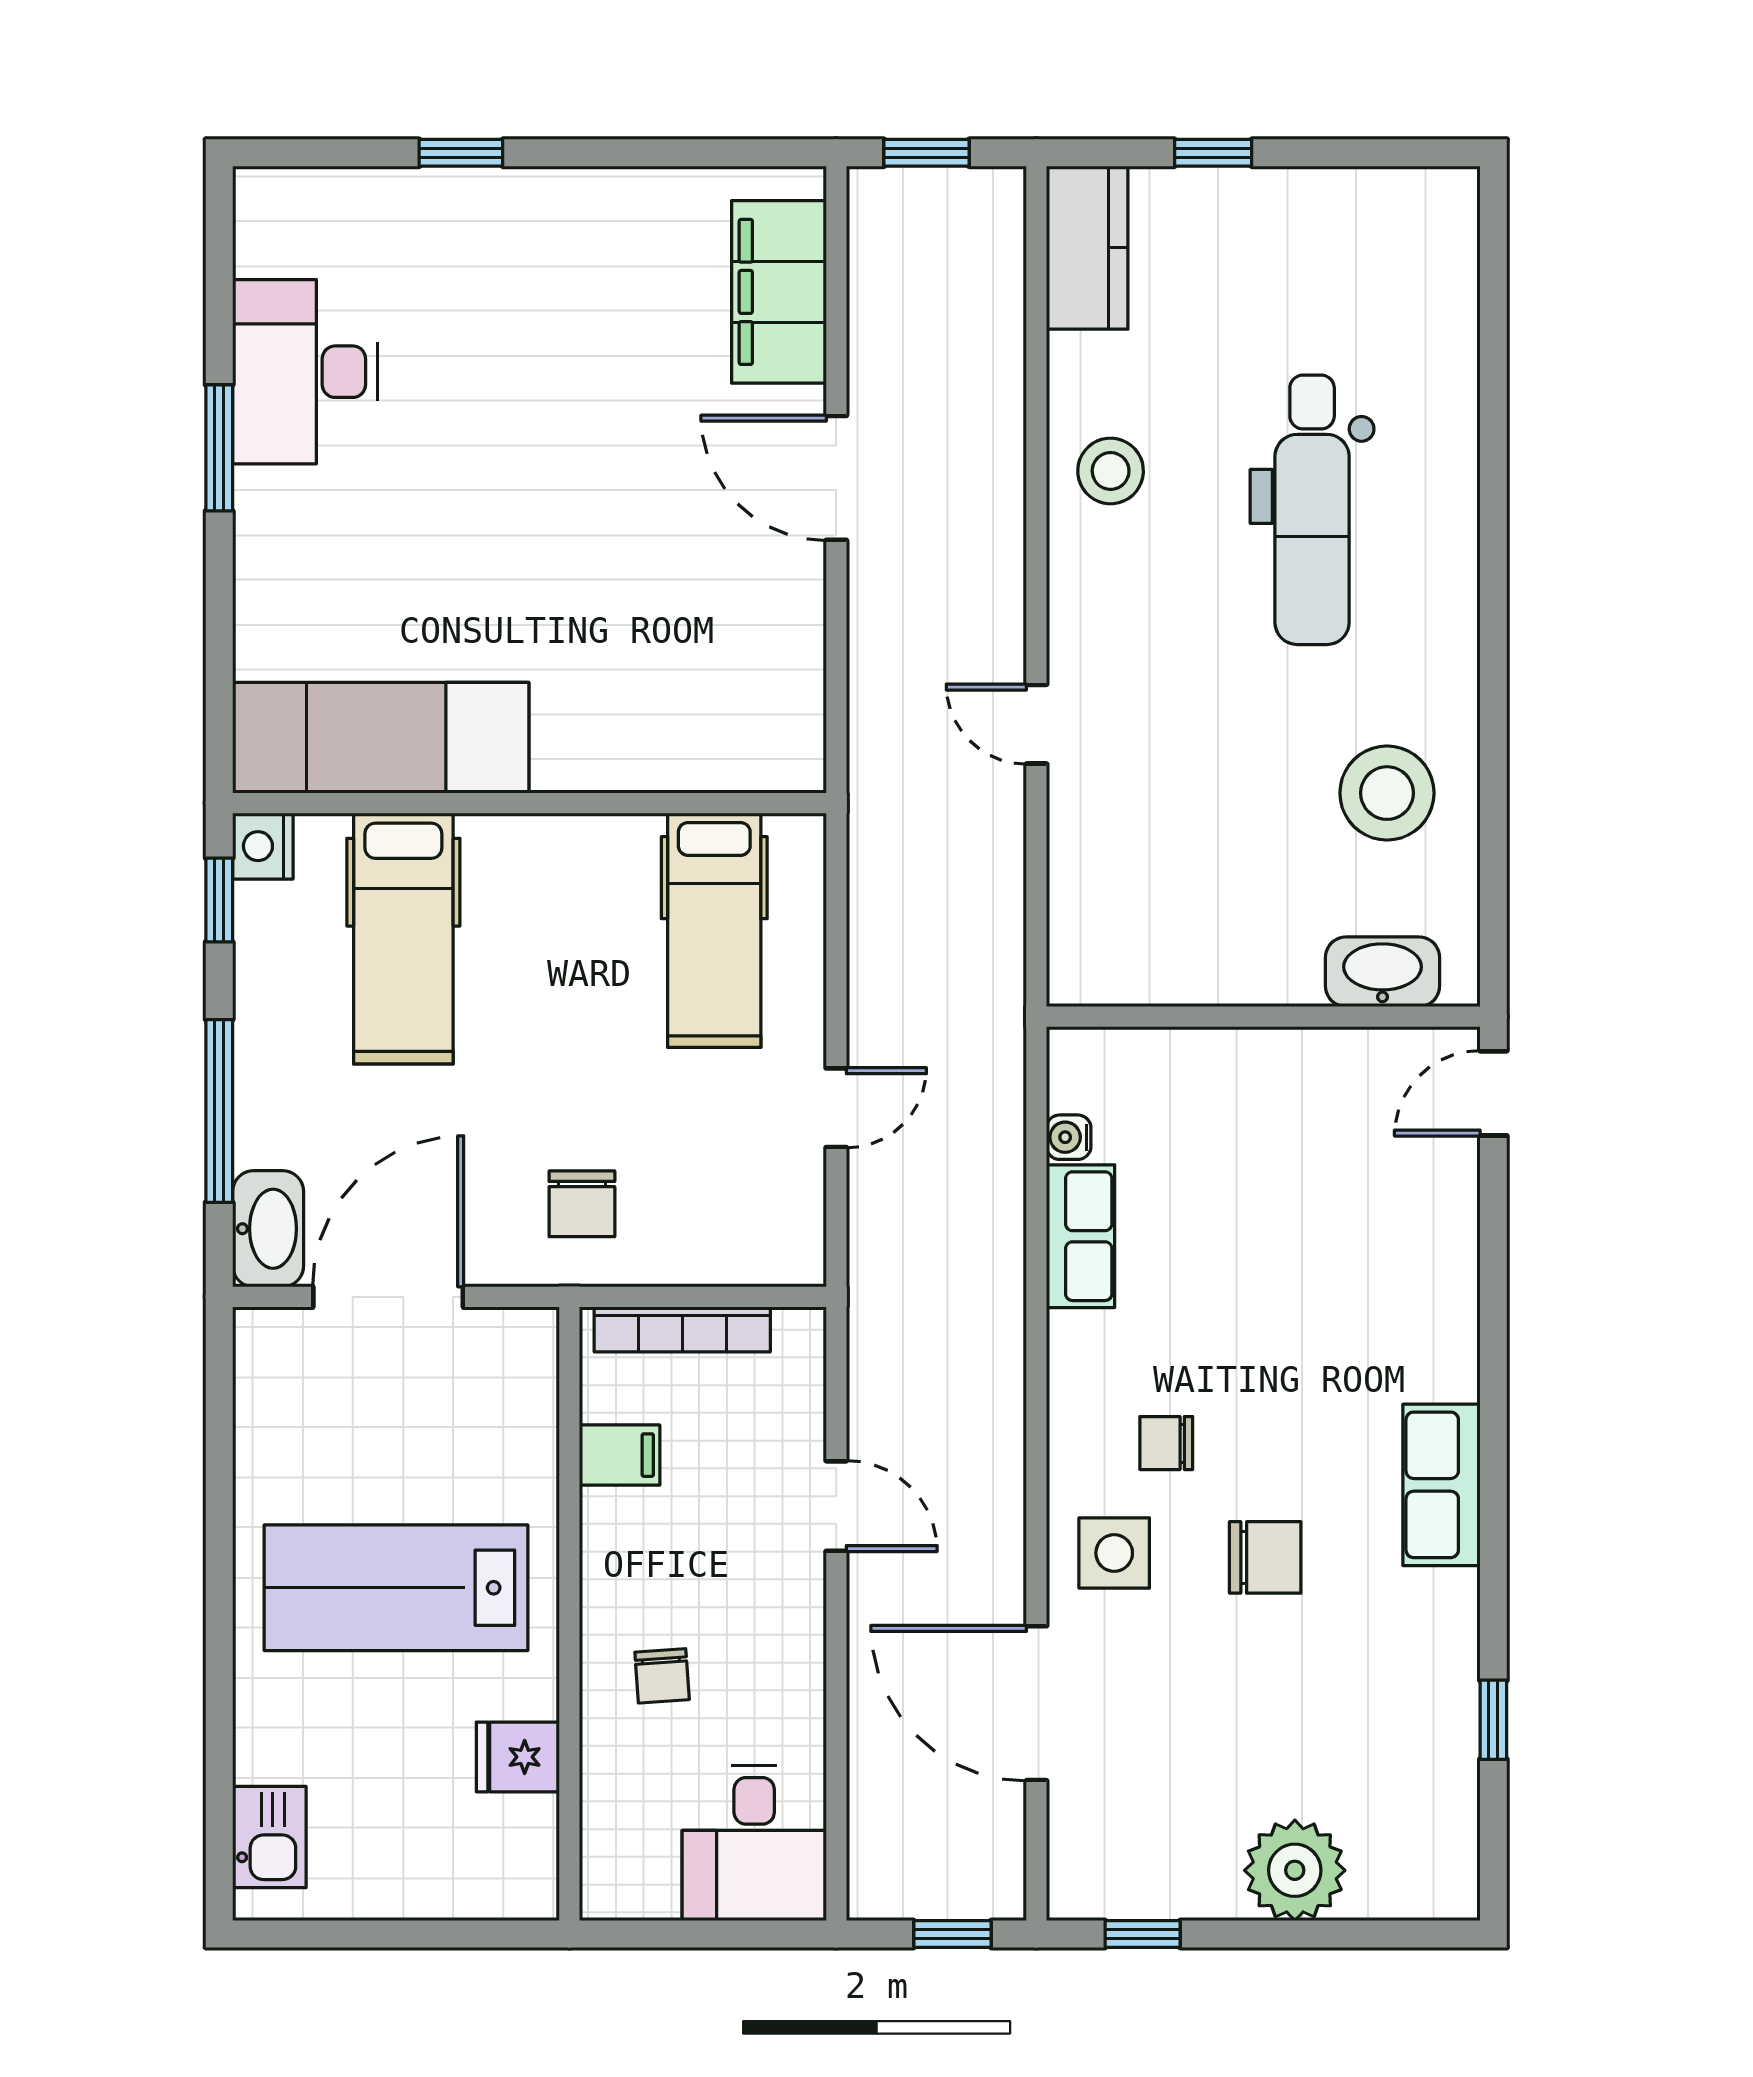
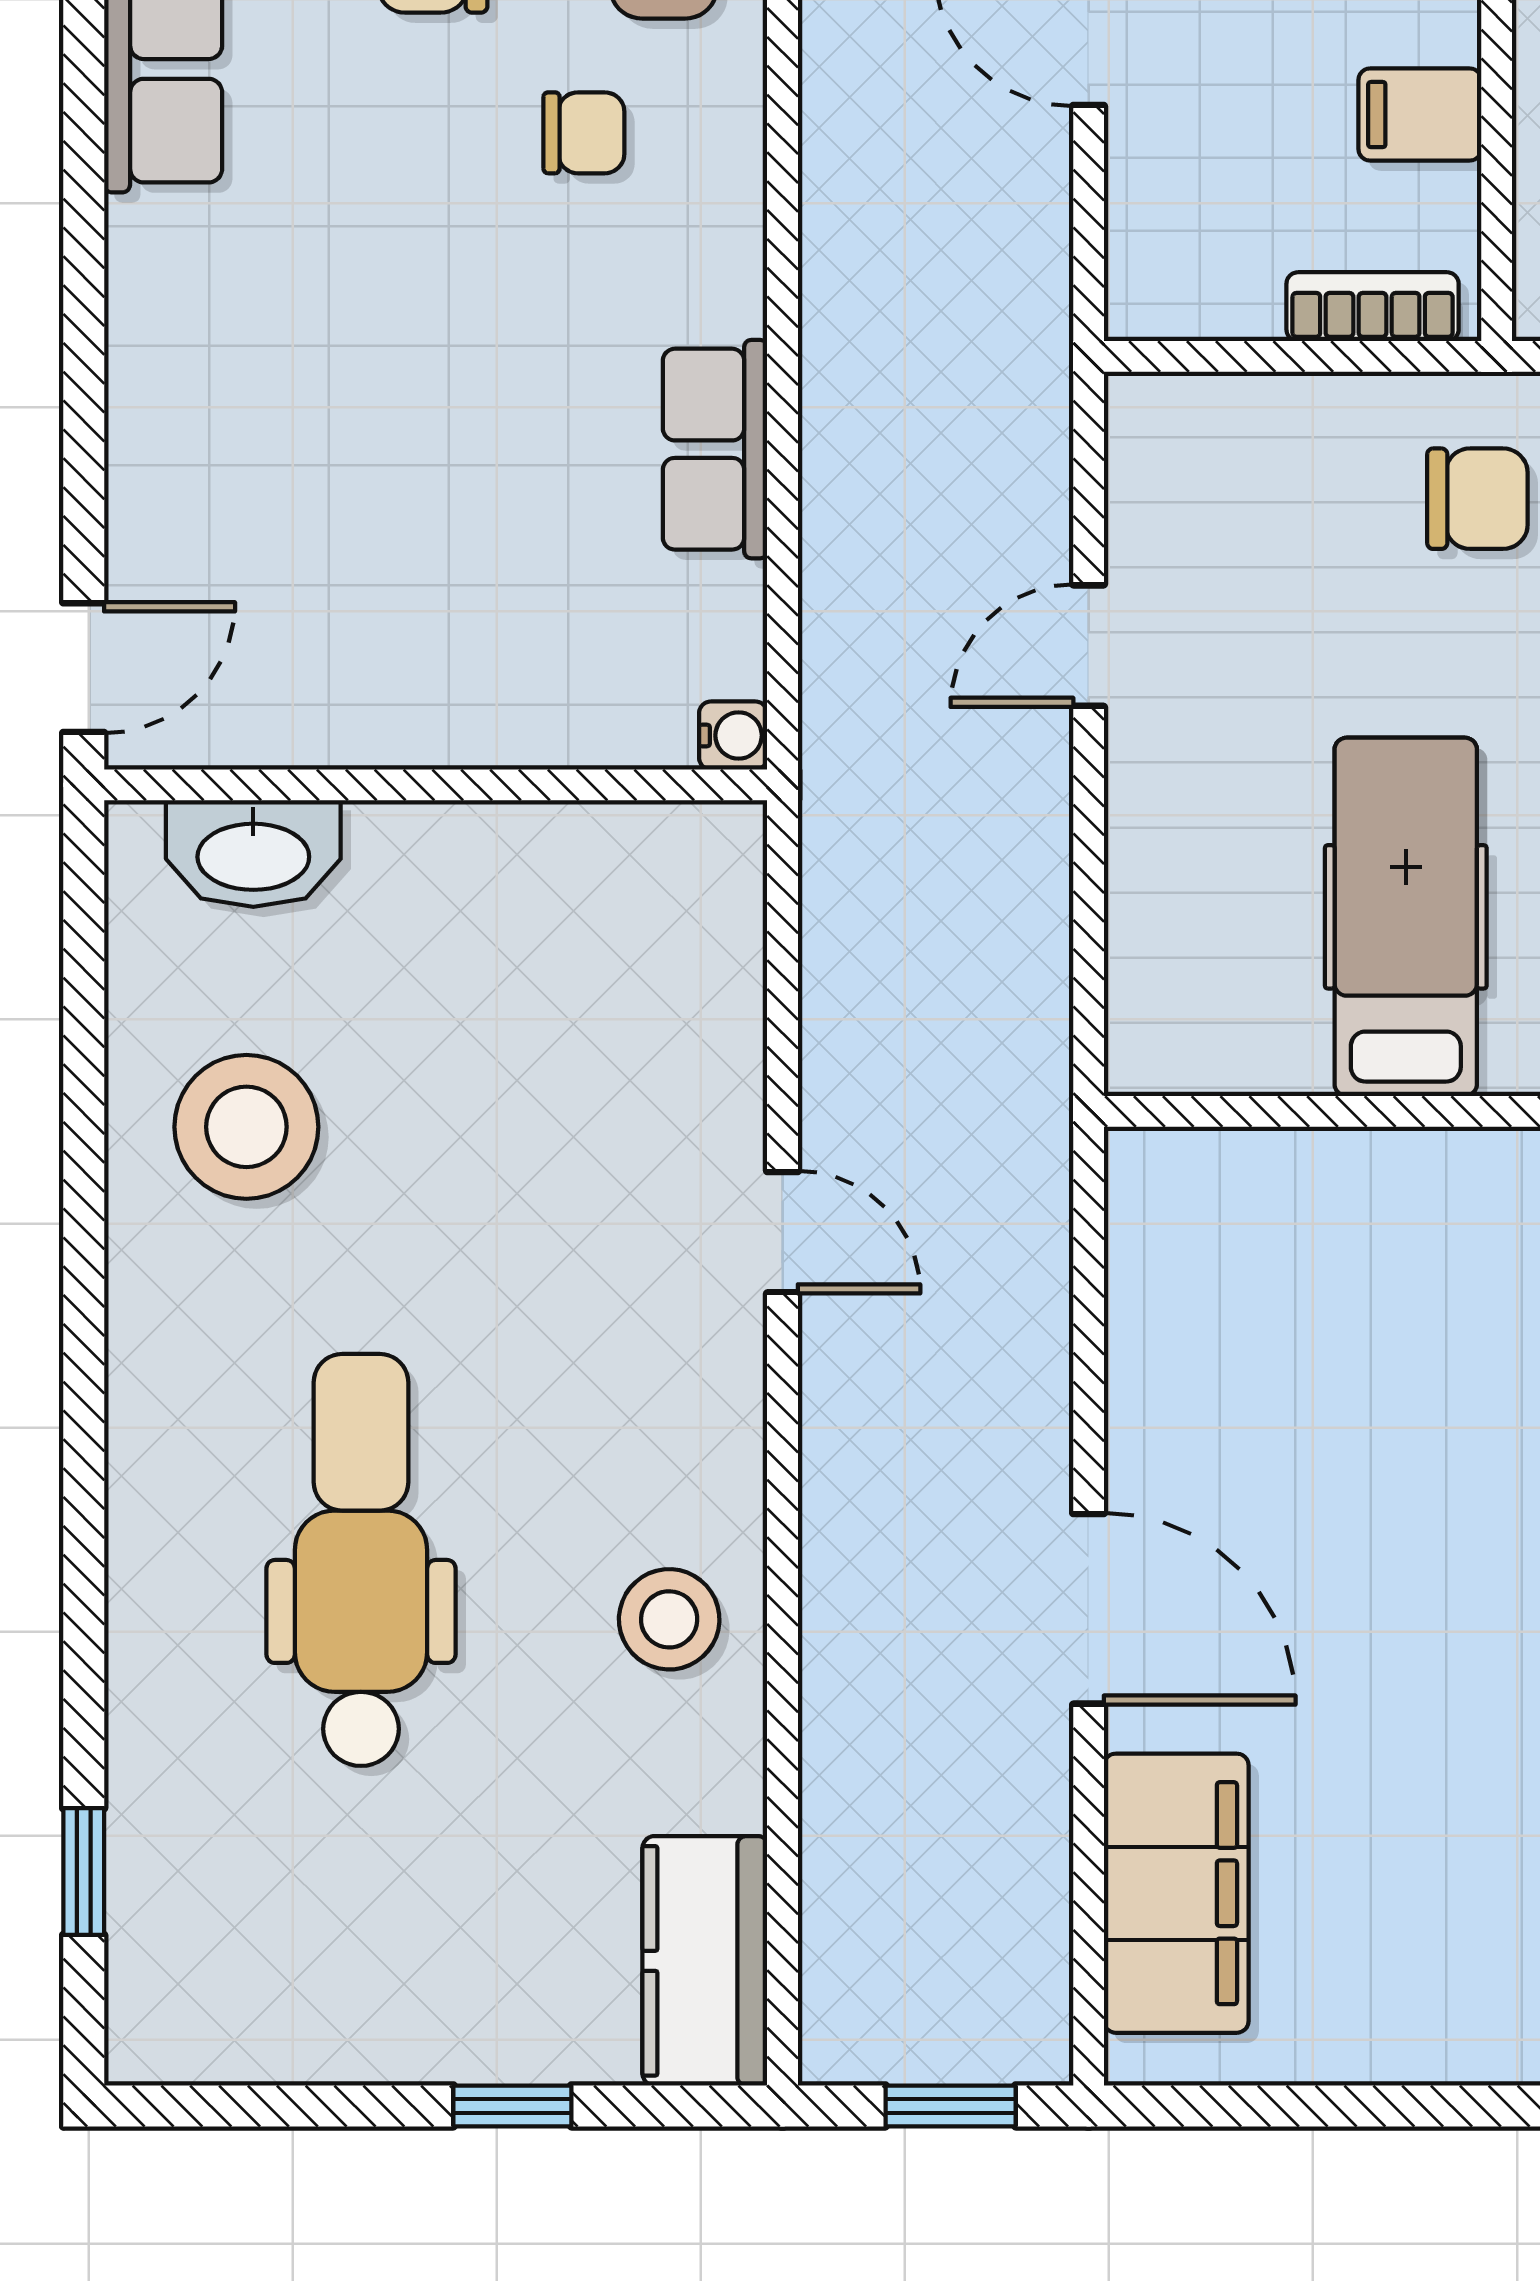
window: (1493, 306) -> (84, 1872), added
hospital bed: (714, 930) -> (1406, 917), moved
water cooler: (1069, 1137) -> (733, 735), moved
chair: (582, 1204) -> (1477, 499), turned 90
bookcase: (682, 1329) -> (1373, 307), width x0.64

